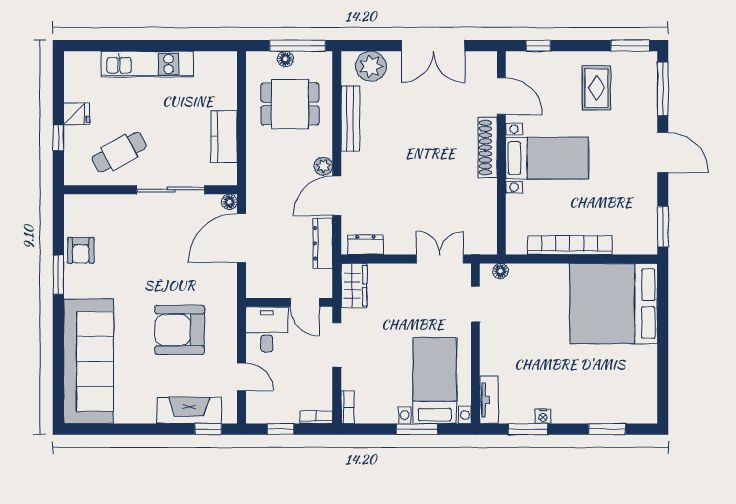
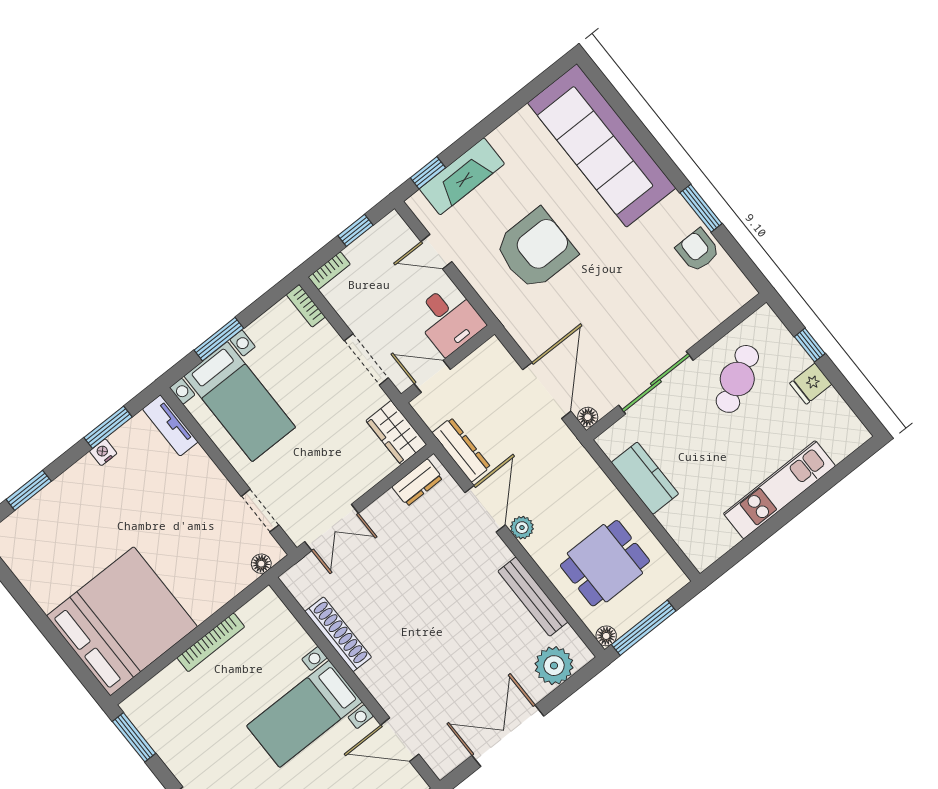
floor lamp: (285, 59) -> (606, 636), moved
shoe rack: (488, 148) -> (338, 634), moved
bookcase: (570, 245) -> (211, 642), width x0.68, depth x0.76

